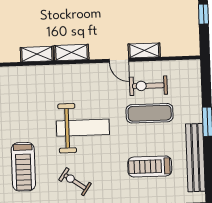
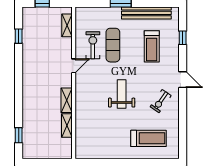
shelving: (144, 50) -> (67, 25), moved
exercise bike: (148, 86) -> (93, 45), turned 180
weight bench: (83, 128) -> (122, 94), width x0.73, depth x0.75

